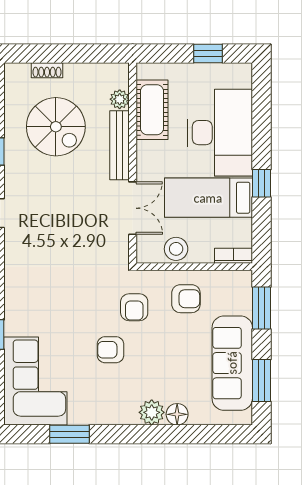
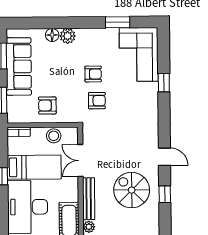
spiral stairs: (56, 127) -> (132, 190), moved
armchair: (134, 307) -> (97, 101), moved, turned 90

